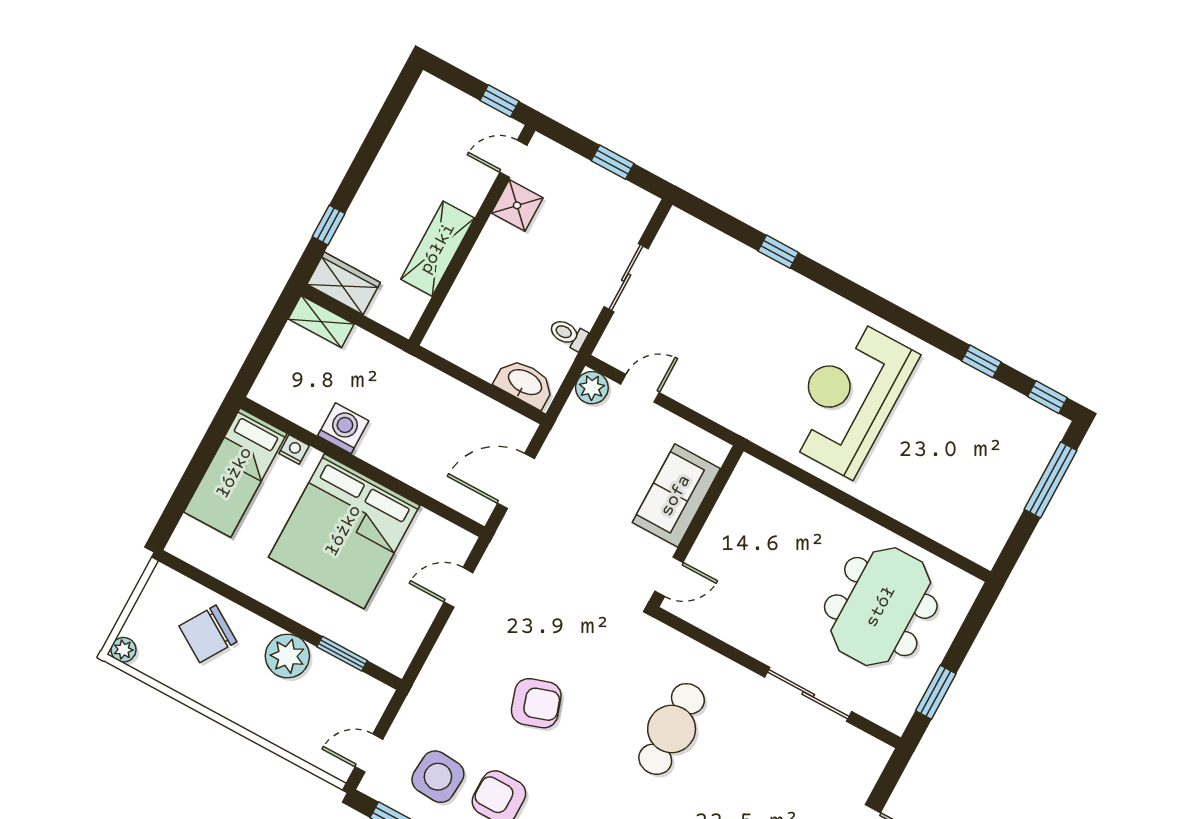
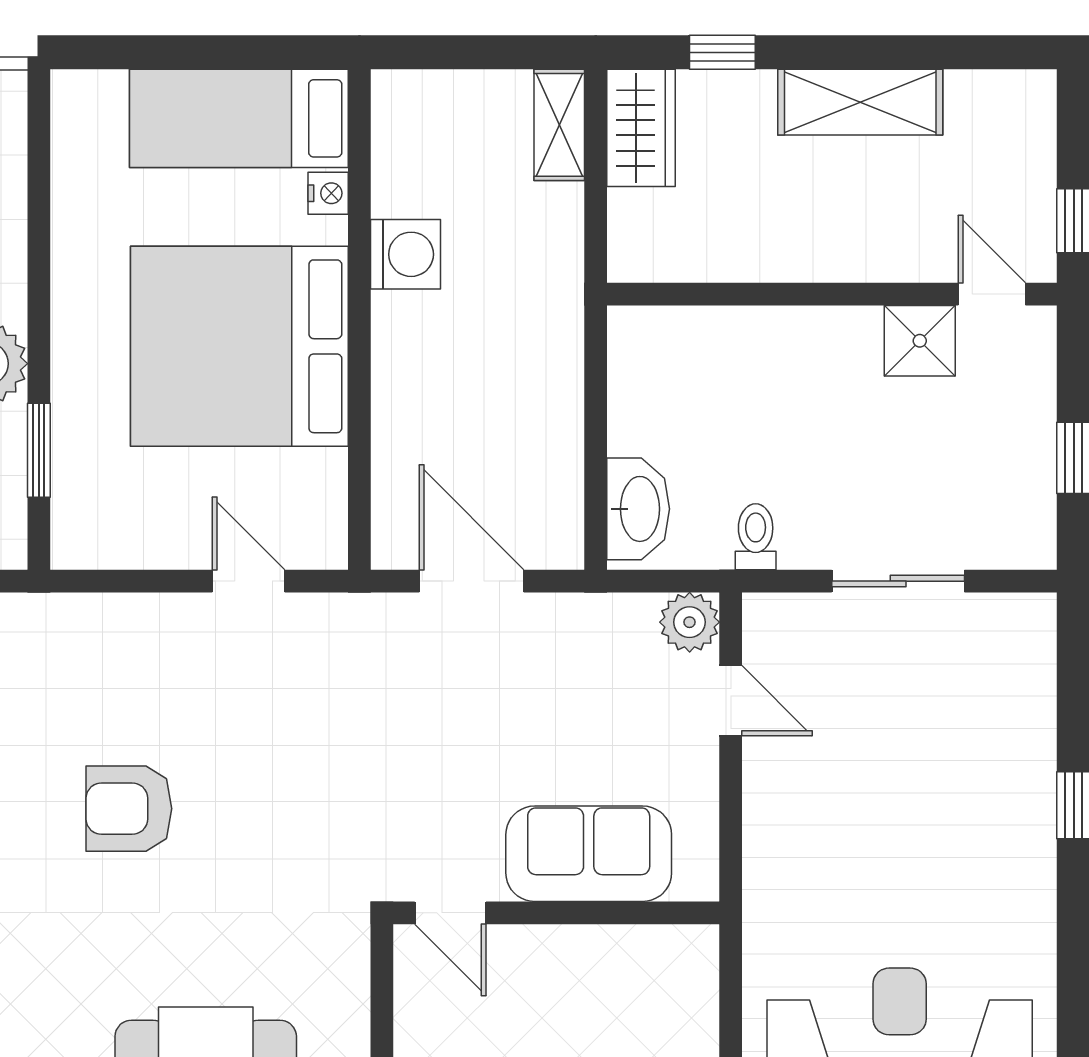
shelving: (438, 249) -> (860, 102), moved
armchair: (536, 703) -> (129, 809), turned 108

